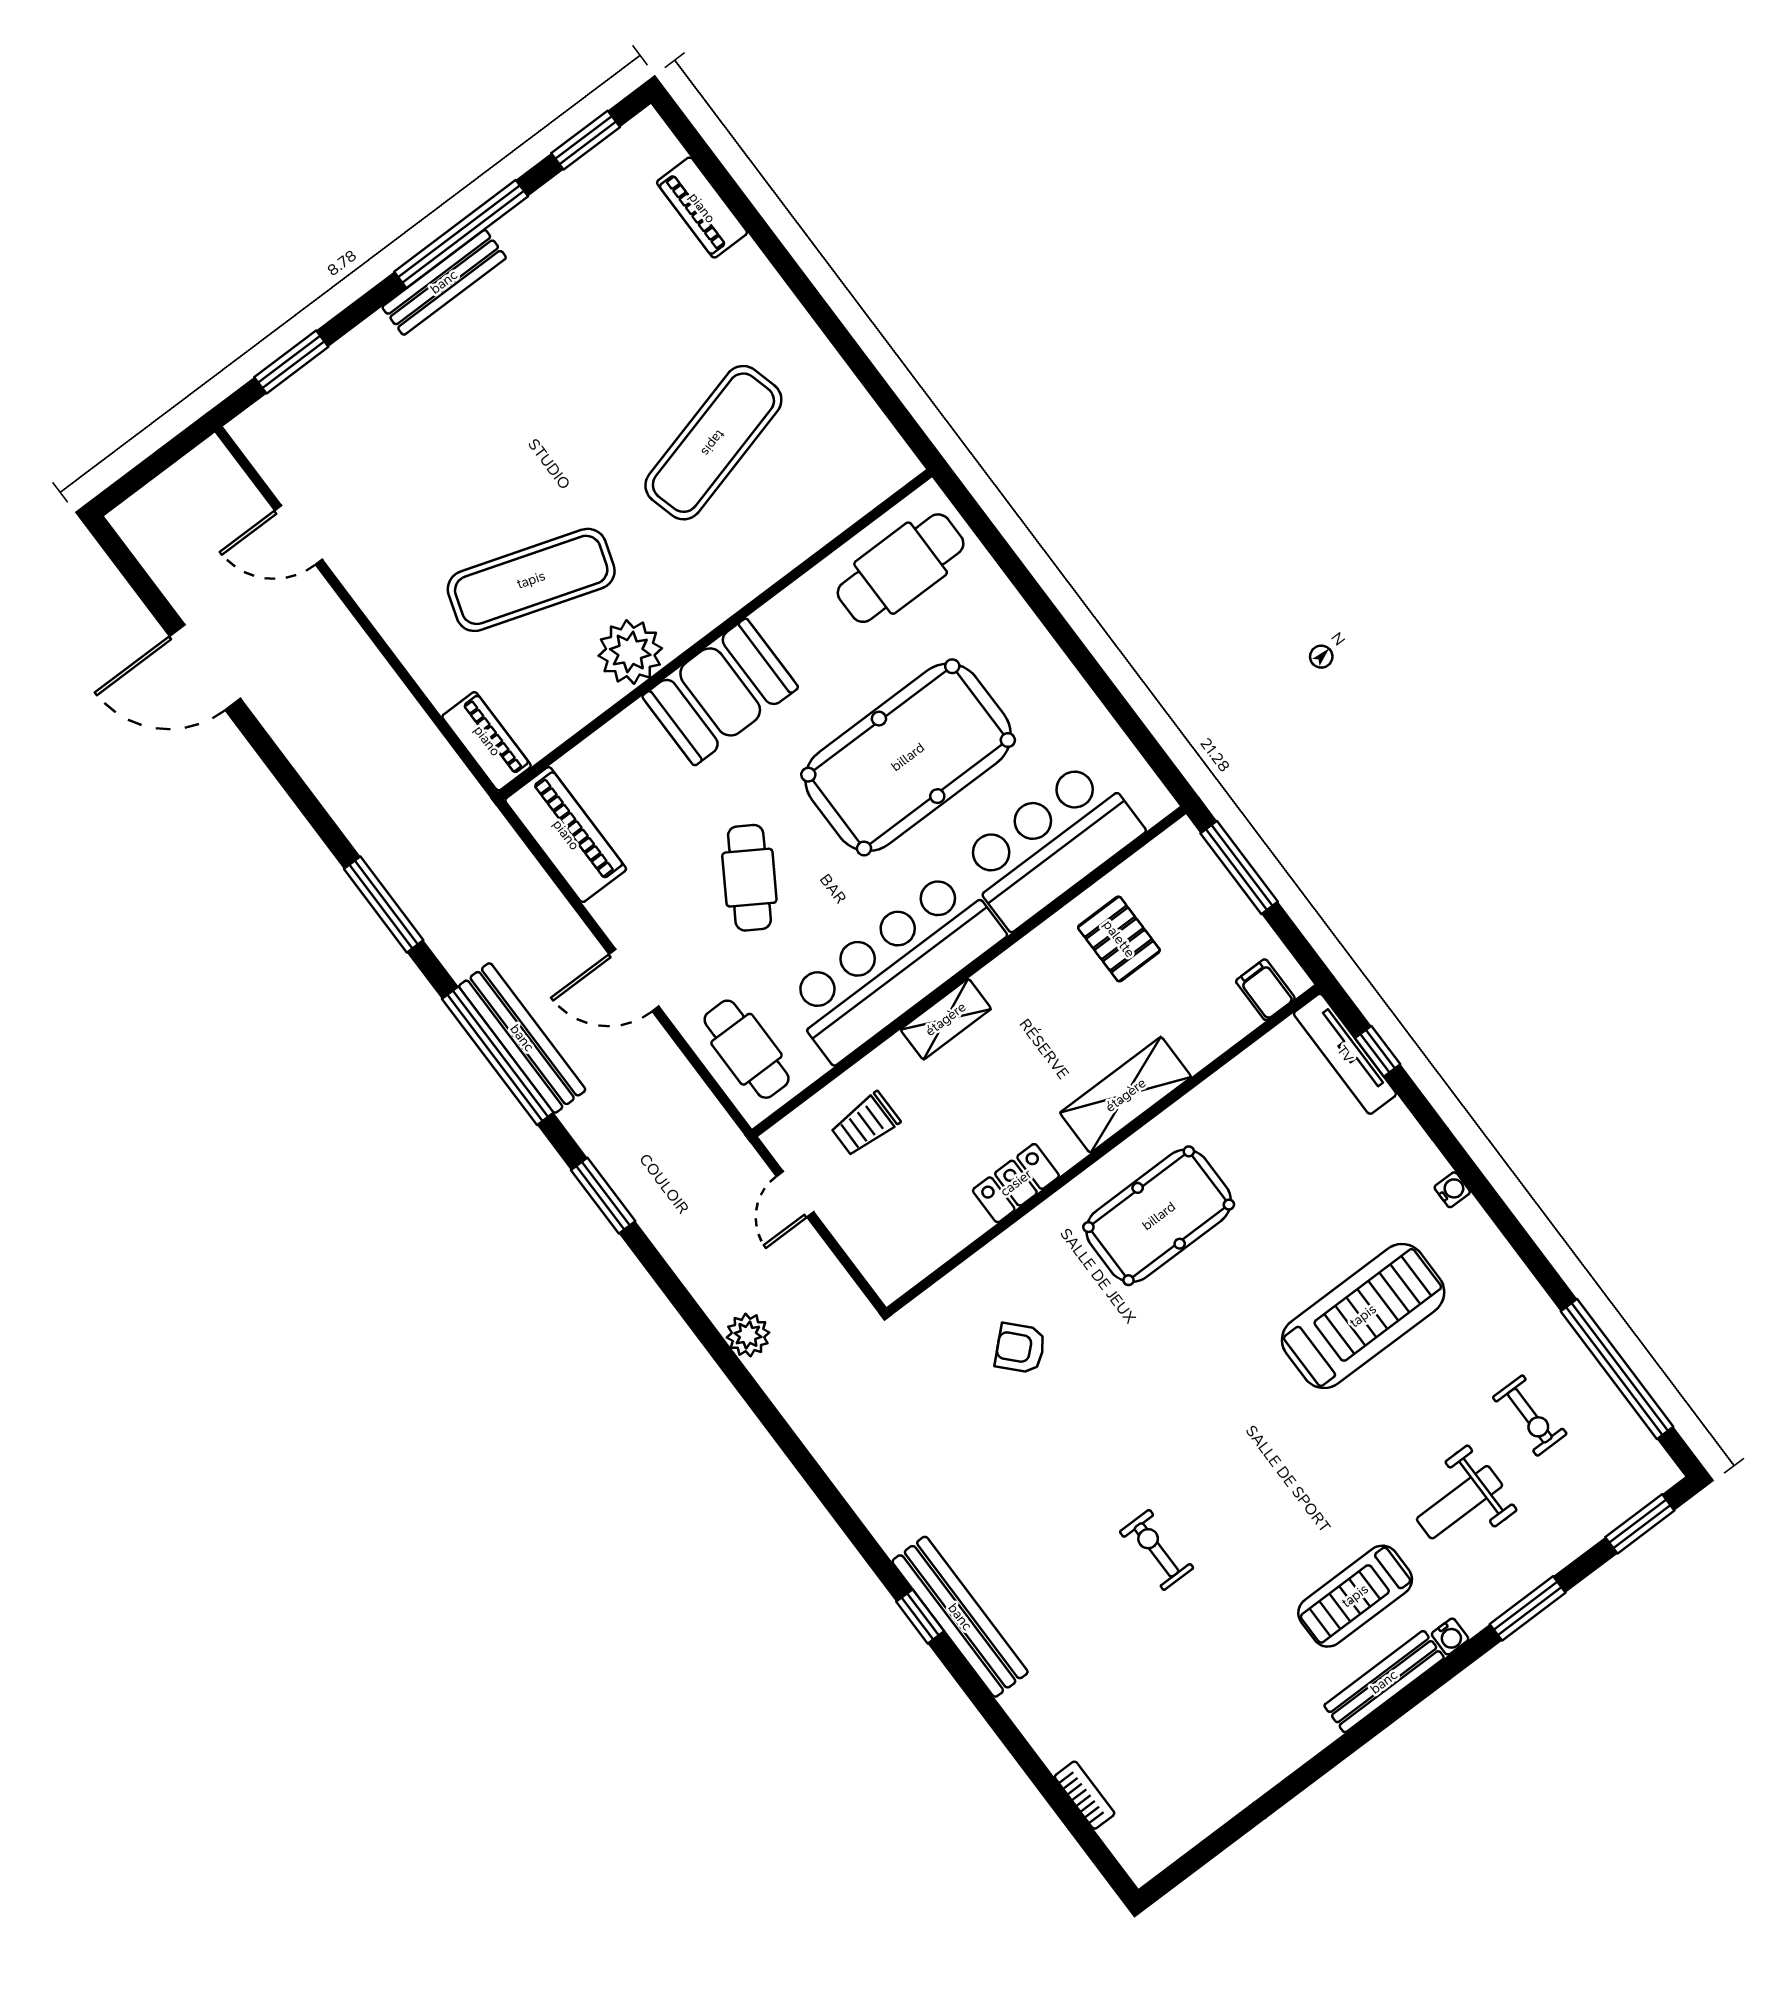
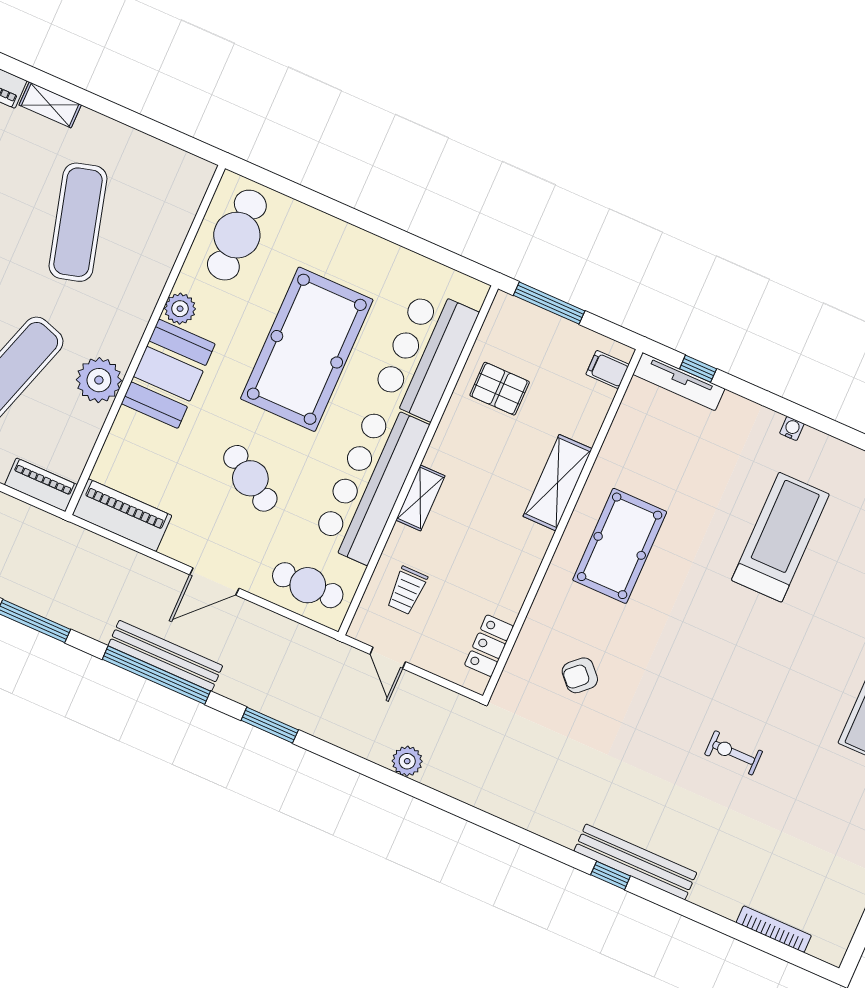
shelving: (760, 279) -> (50, 105), added
plant: (780, 620) -> (180, 309), added
locker: (1016, 1183) -> (489, 646), moved
bookcase: (1085, 1795) -> (774, 929), width x1.56

